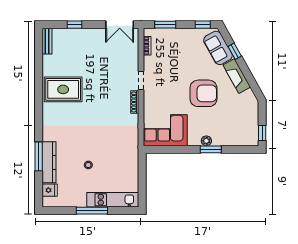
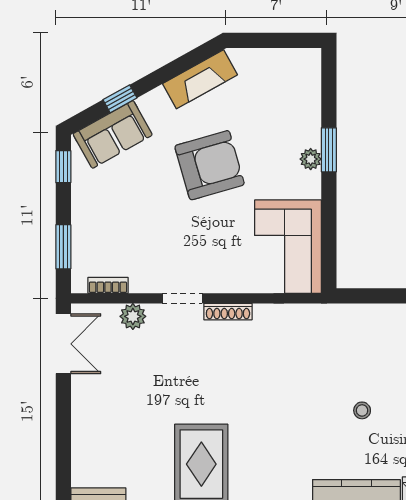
window: (75, 25) -> (63, 440), removed
plant: (132, 57) -> (133, 316), added
fireplace: (237, 76) -> (200, 79), moved
armchair: (203, 93) -> (210, 165), turned 74
window: (262, 133) -> (294, 40), removed

